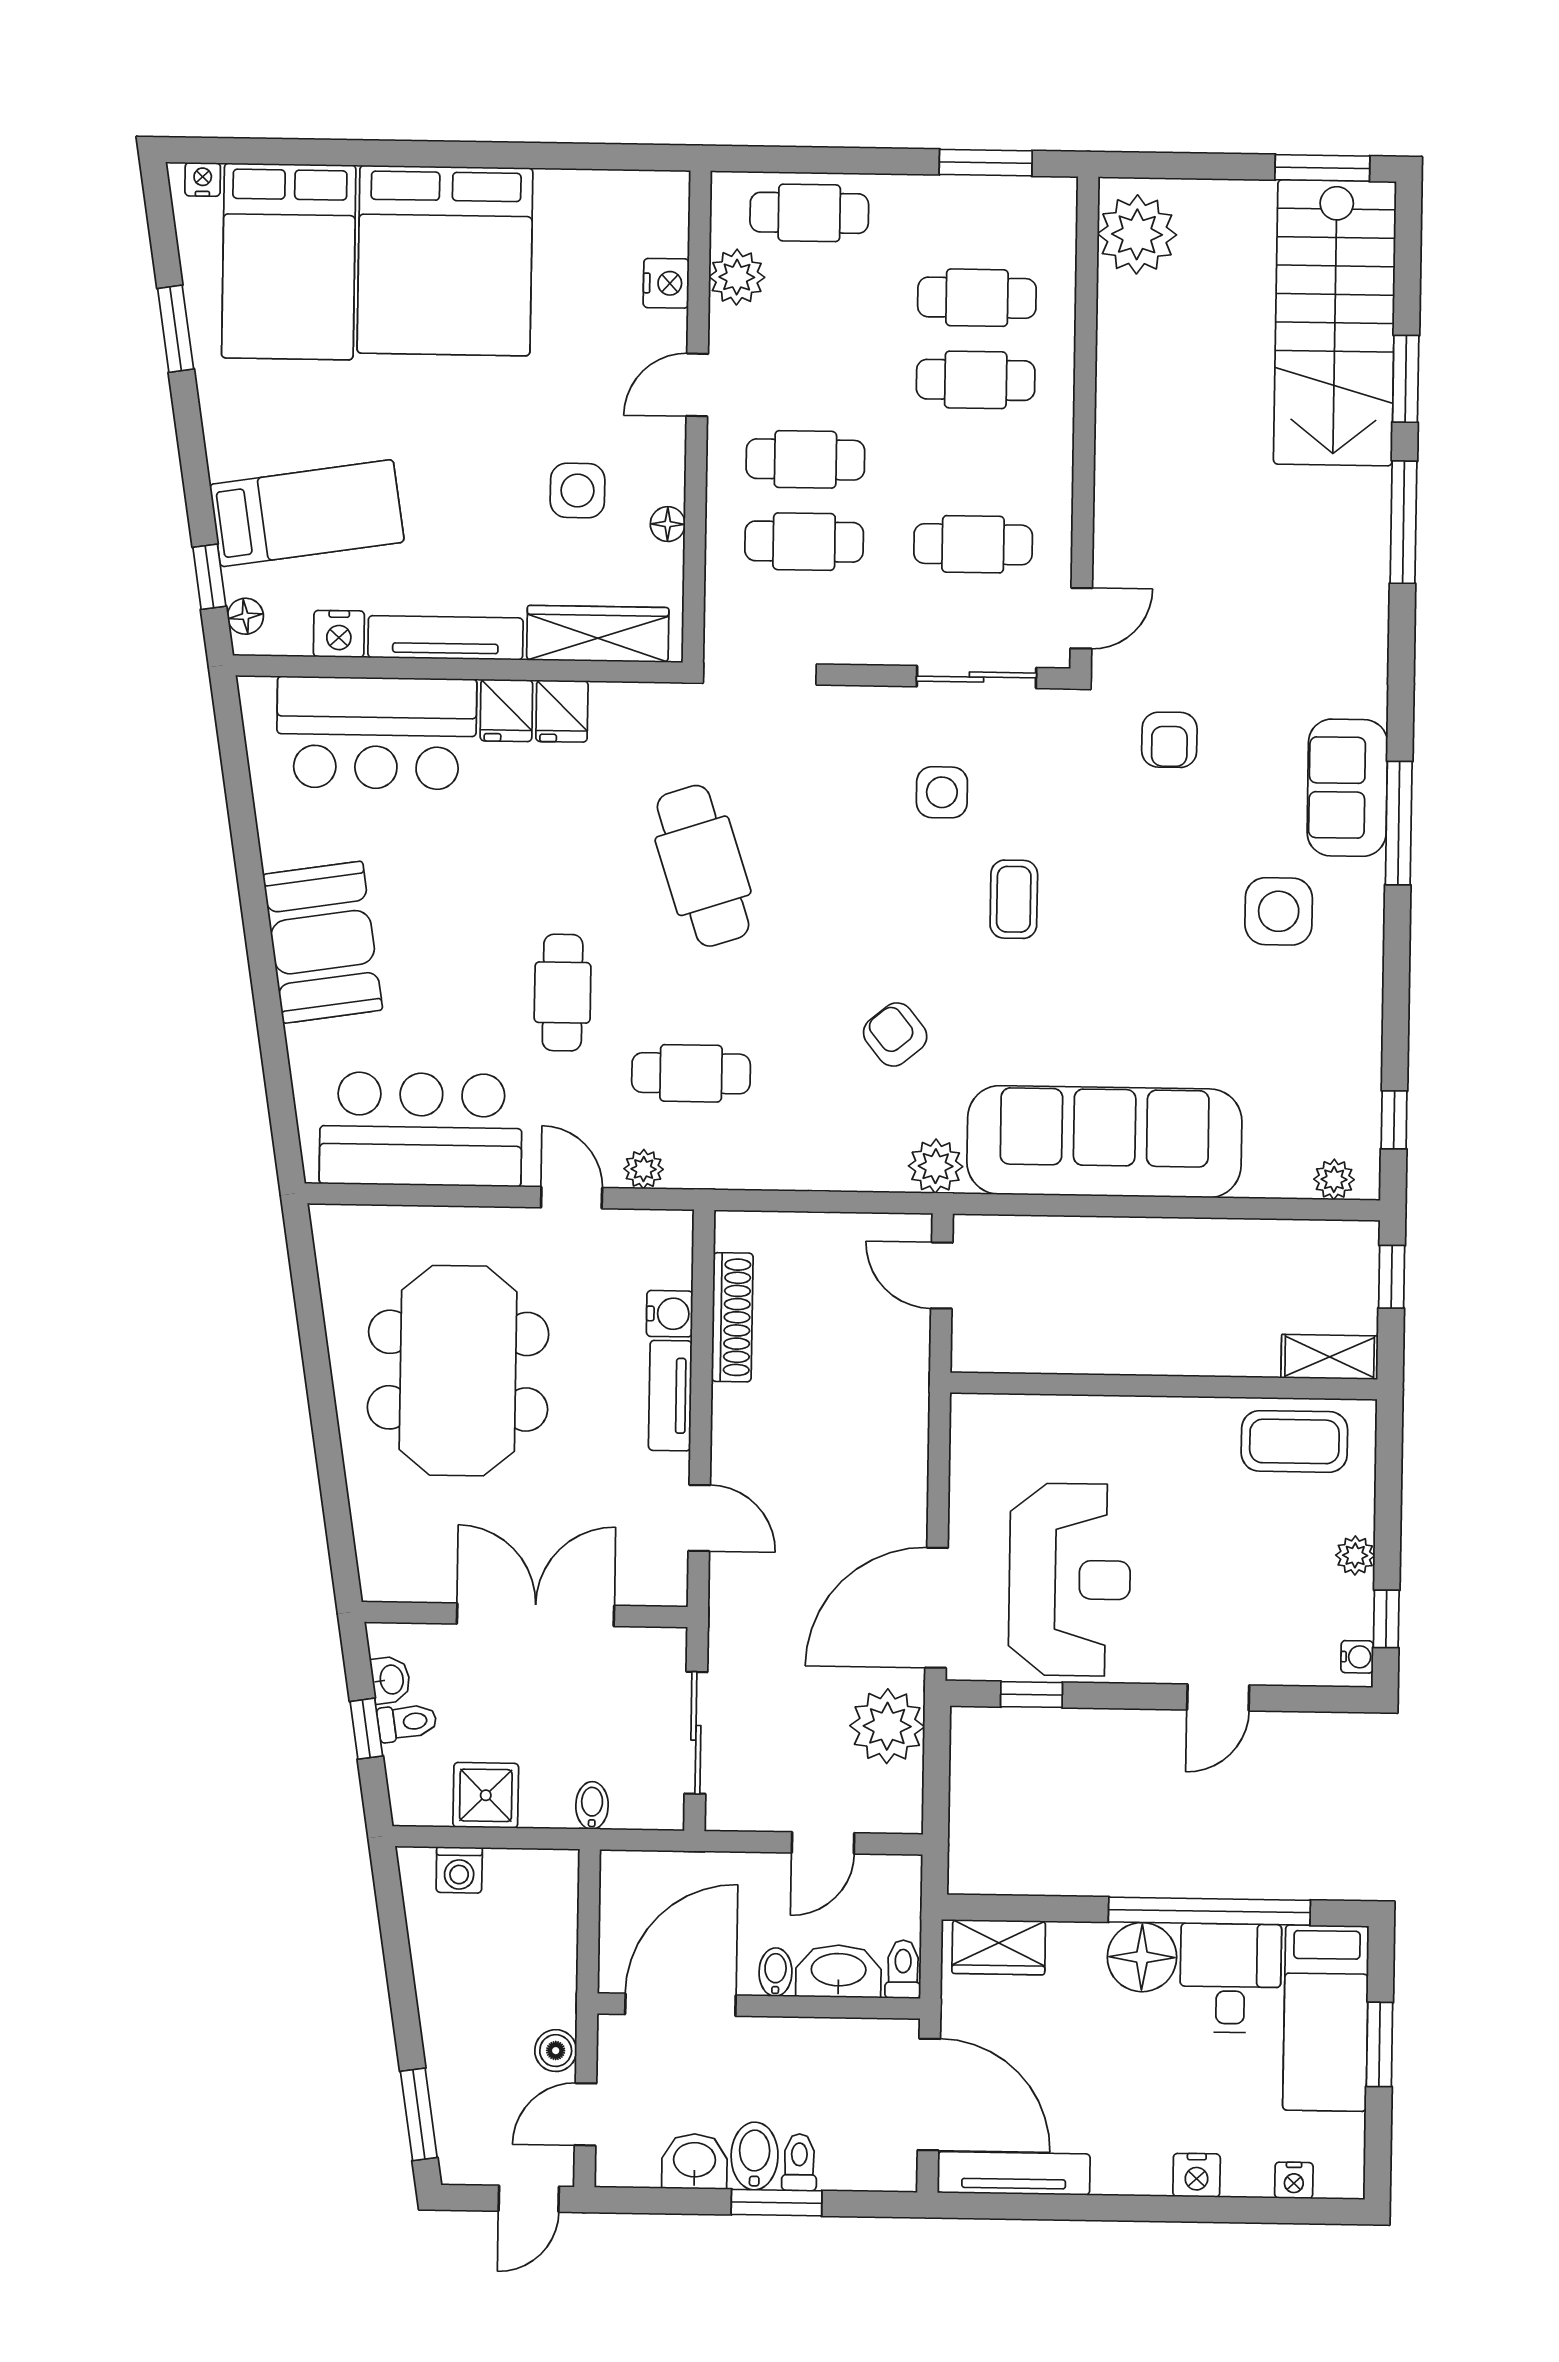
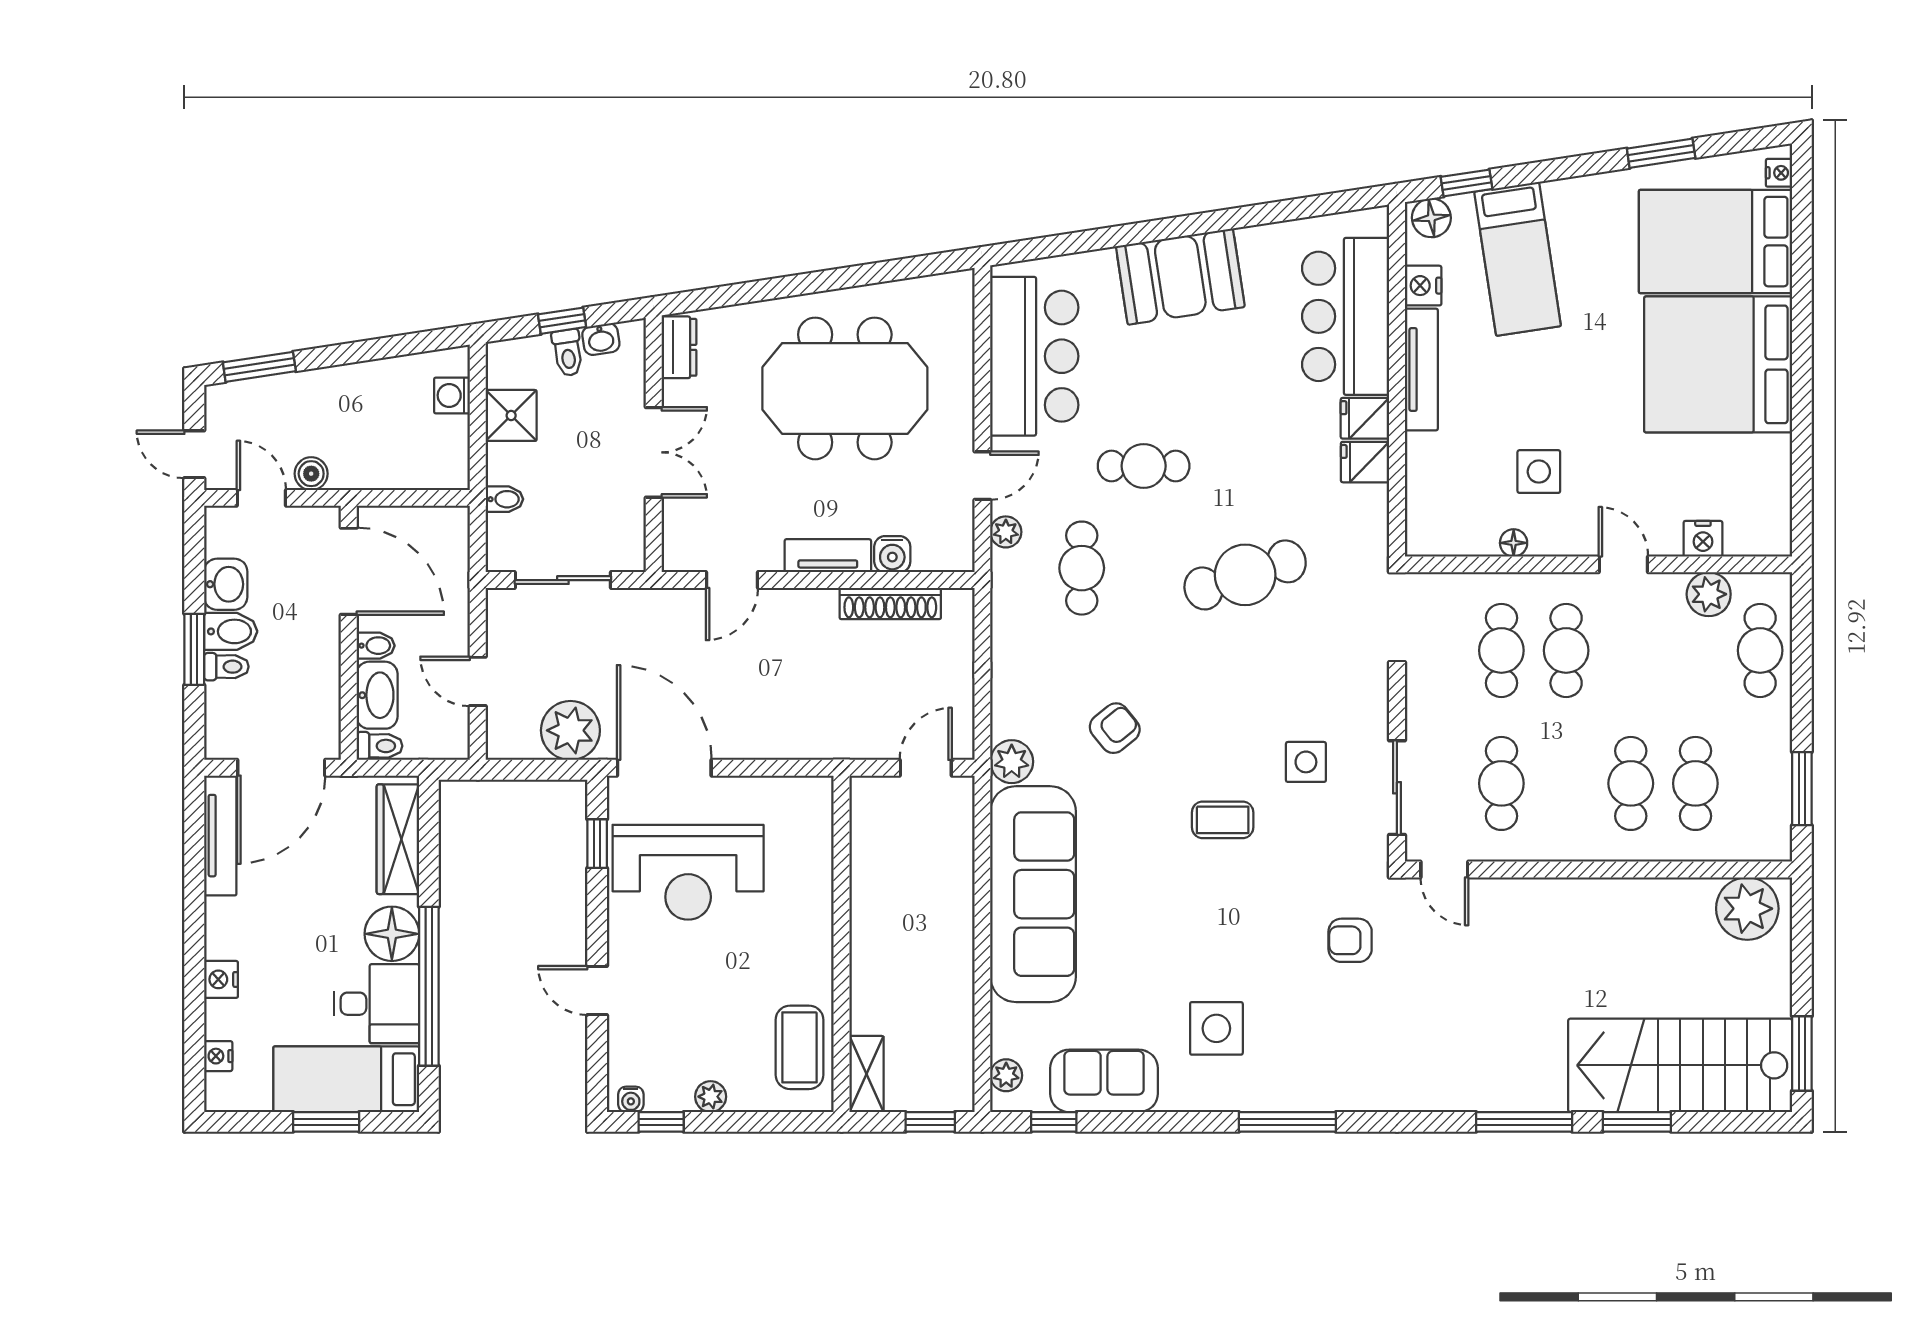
floor lamp: (245, 616) -> (1431, 218), width x1.37, depth x1.37
wardrobe: (598, 634) -> (1426, 489), removed
sofa: (1347, 788) -> (1104, 1081), moved
dresser: (403, 1581) -> (679, 347), added
double door: (535, 1615) -> (654, 452), width x0.73
wardrobe: (999, 1947) -> (398, 839), width x1.50

